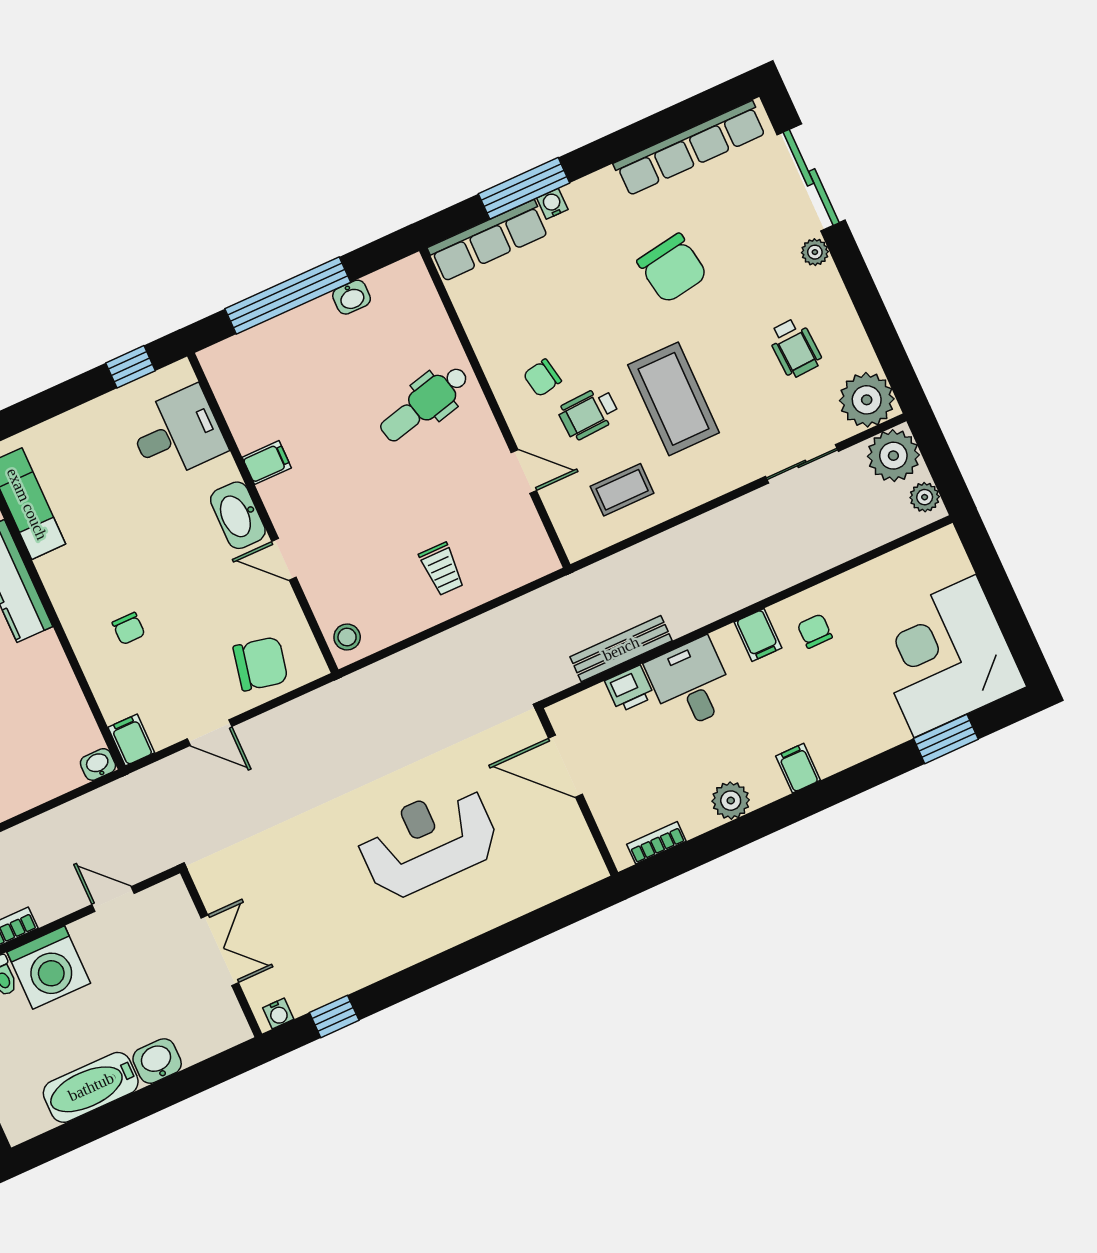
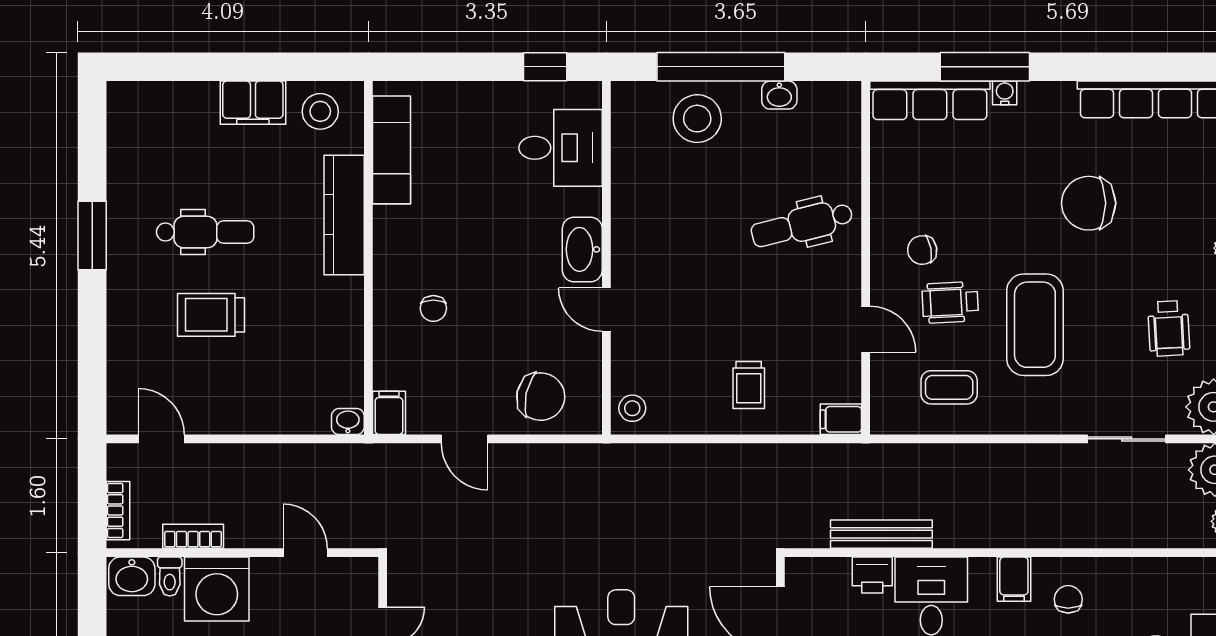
chair: (672, 268) -> (1089, 203), turned 99
stool: (288, 352) -> (697, 119), added
filing cabinet: (267, 463) -> (841, 419), moved, turned 180

